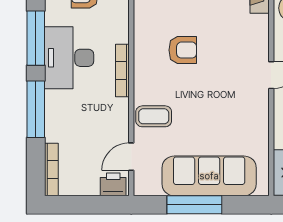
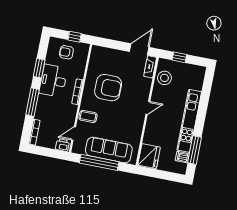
window: (36, 38) -> (39, 68), width x0.69
armchair: (183, 50) -> (108, 88), width x1.88, depth x1.88
window: (194, 205) -> (99, 162), width x1.46

